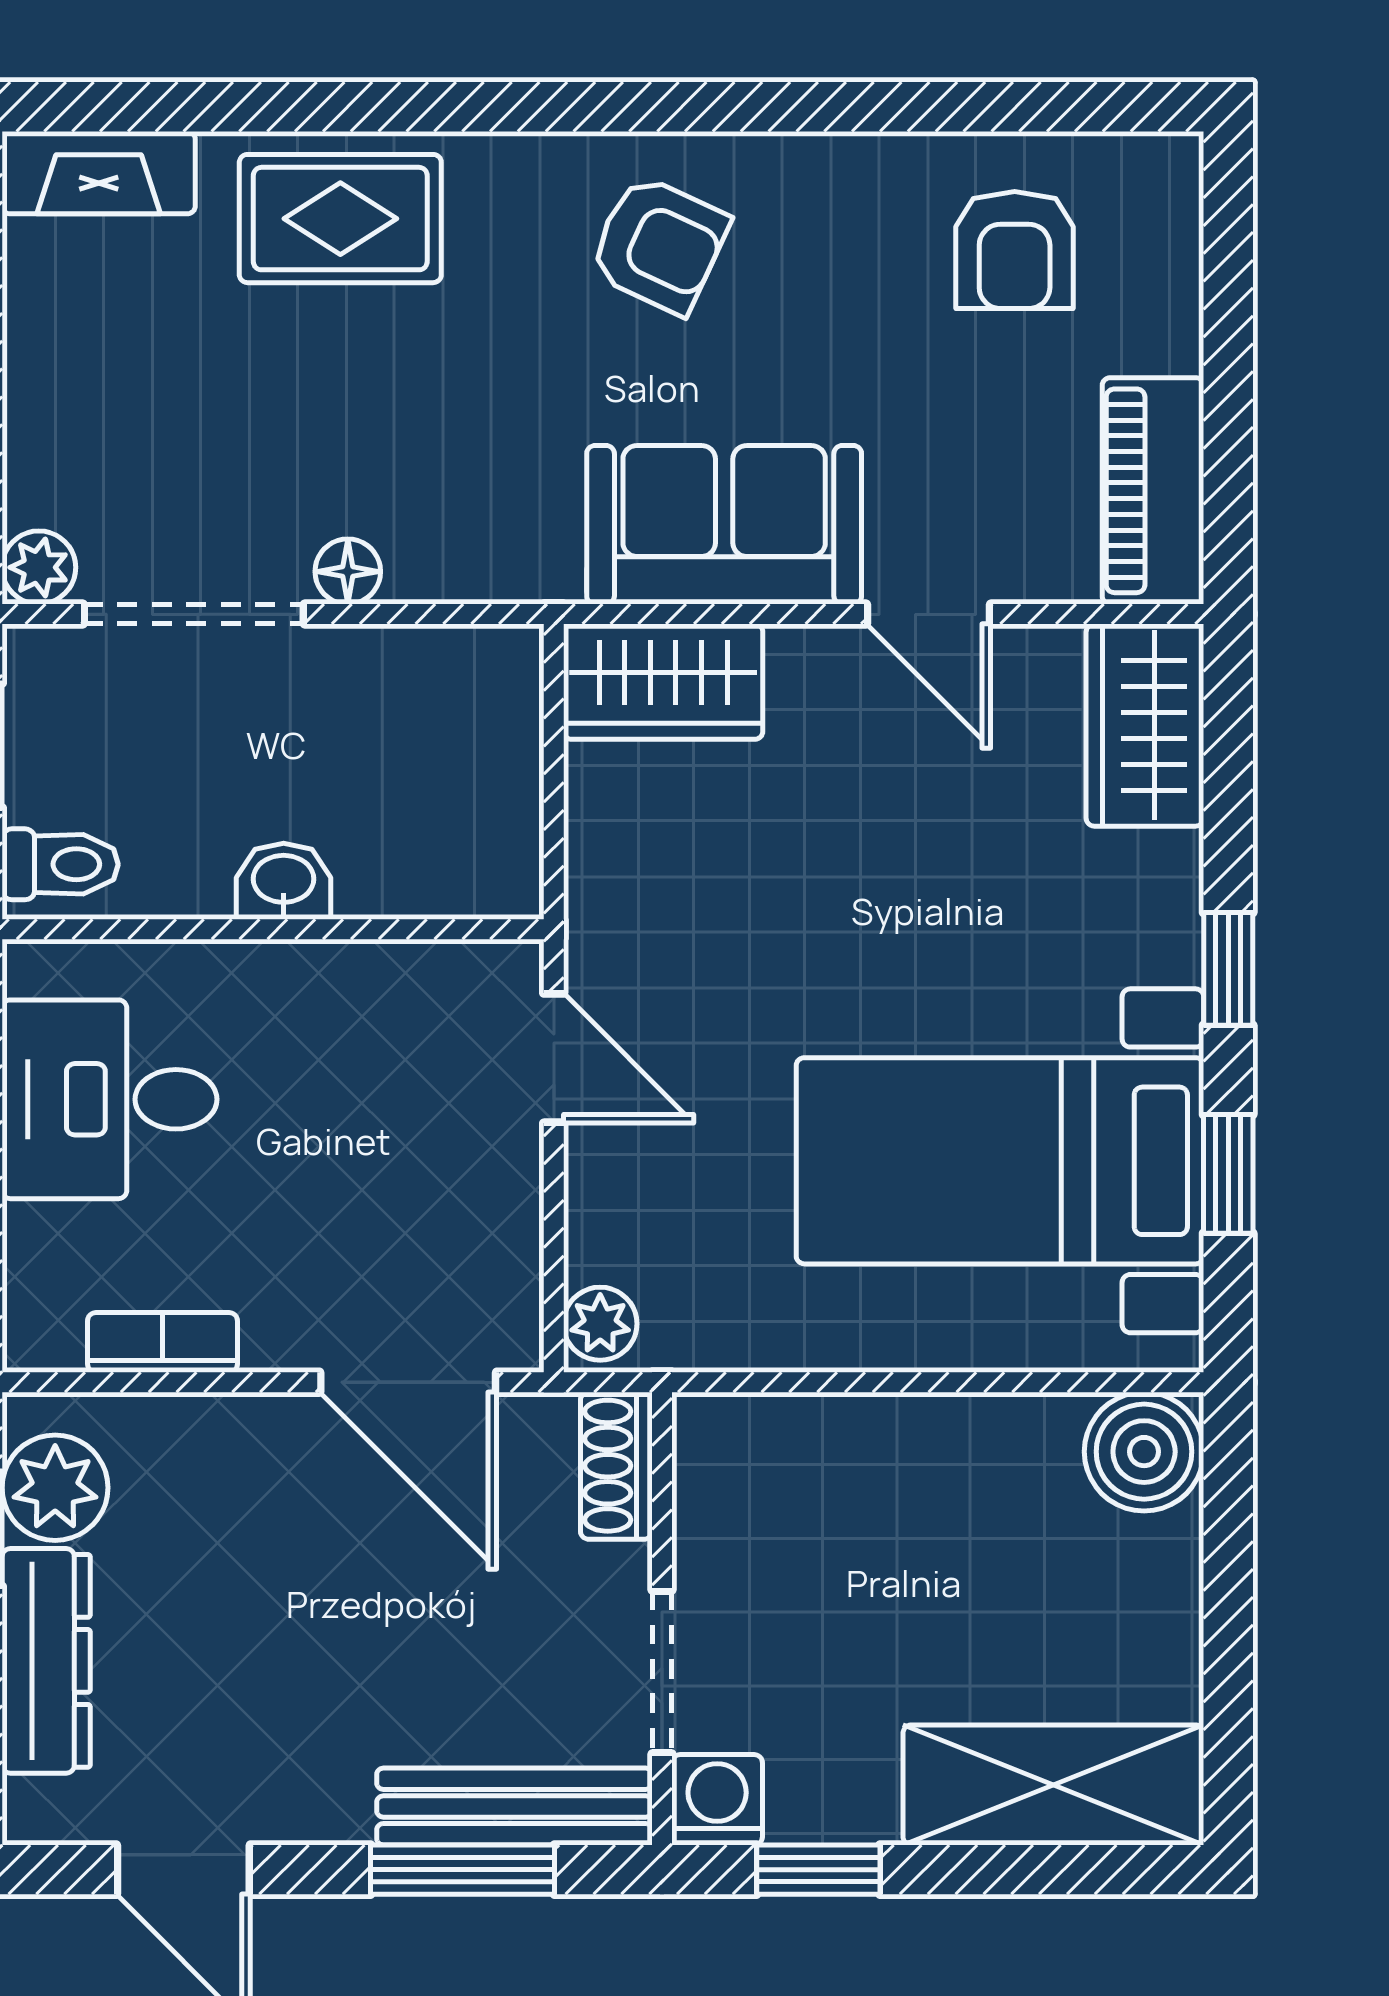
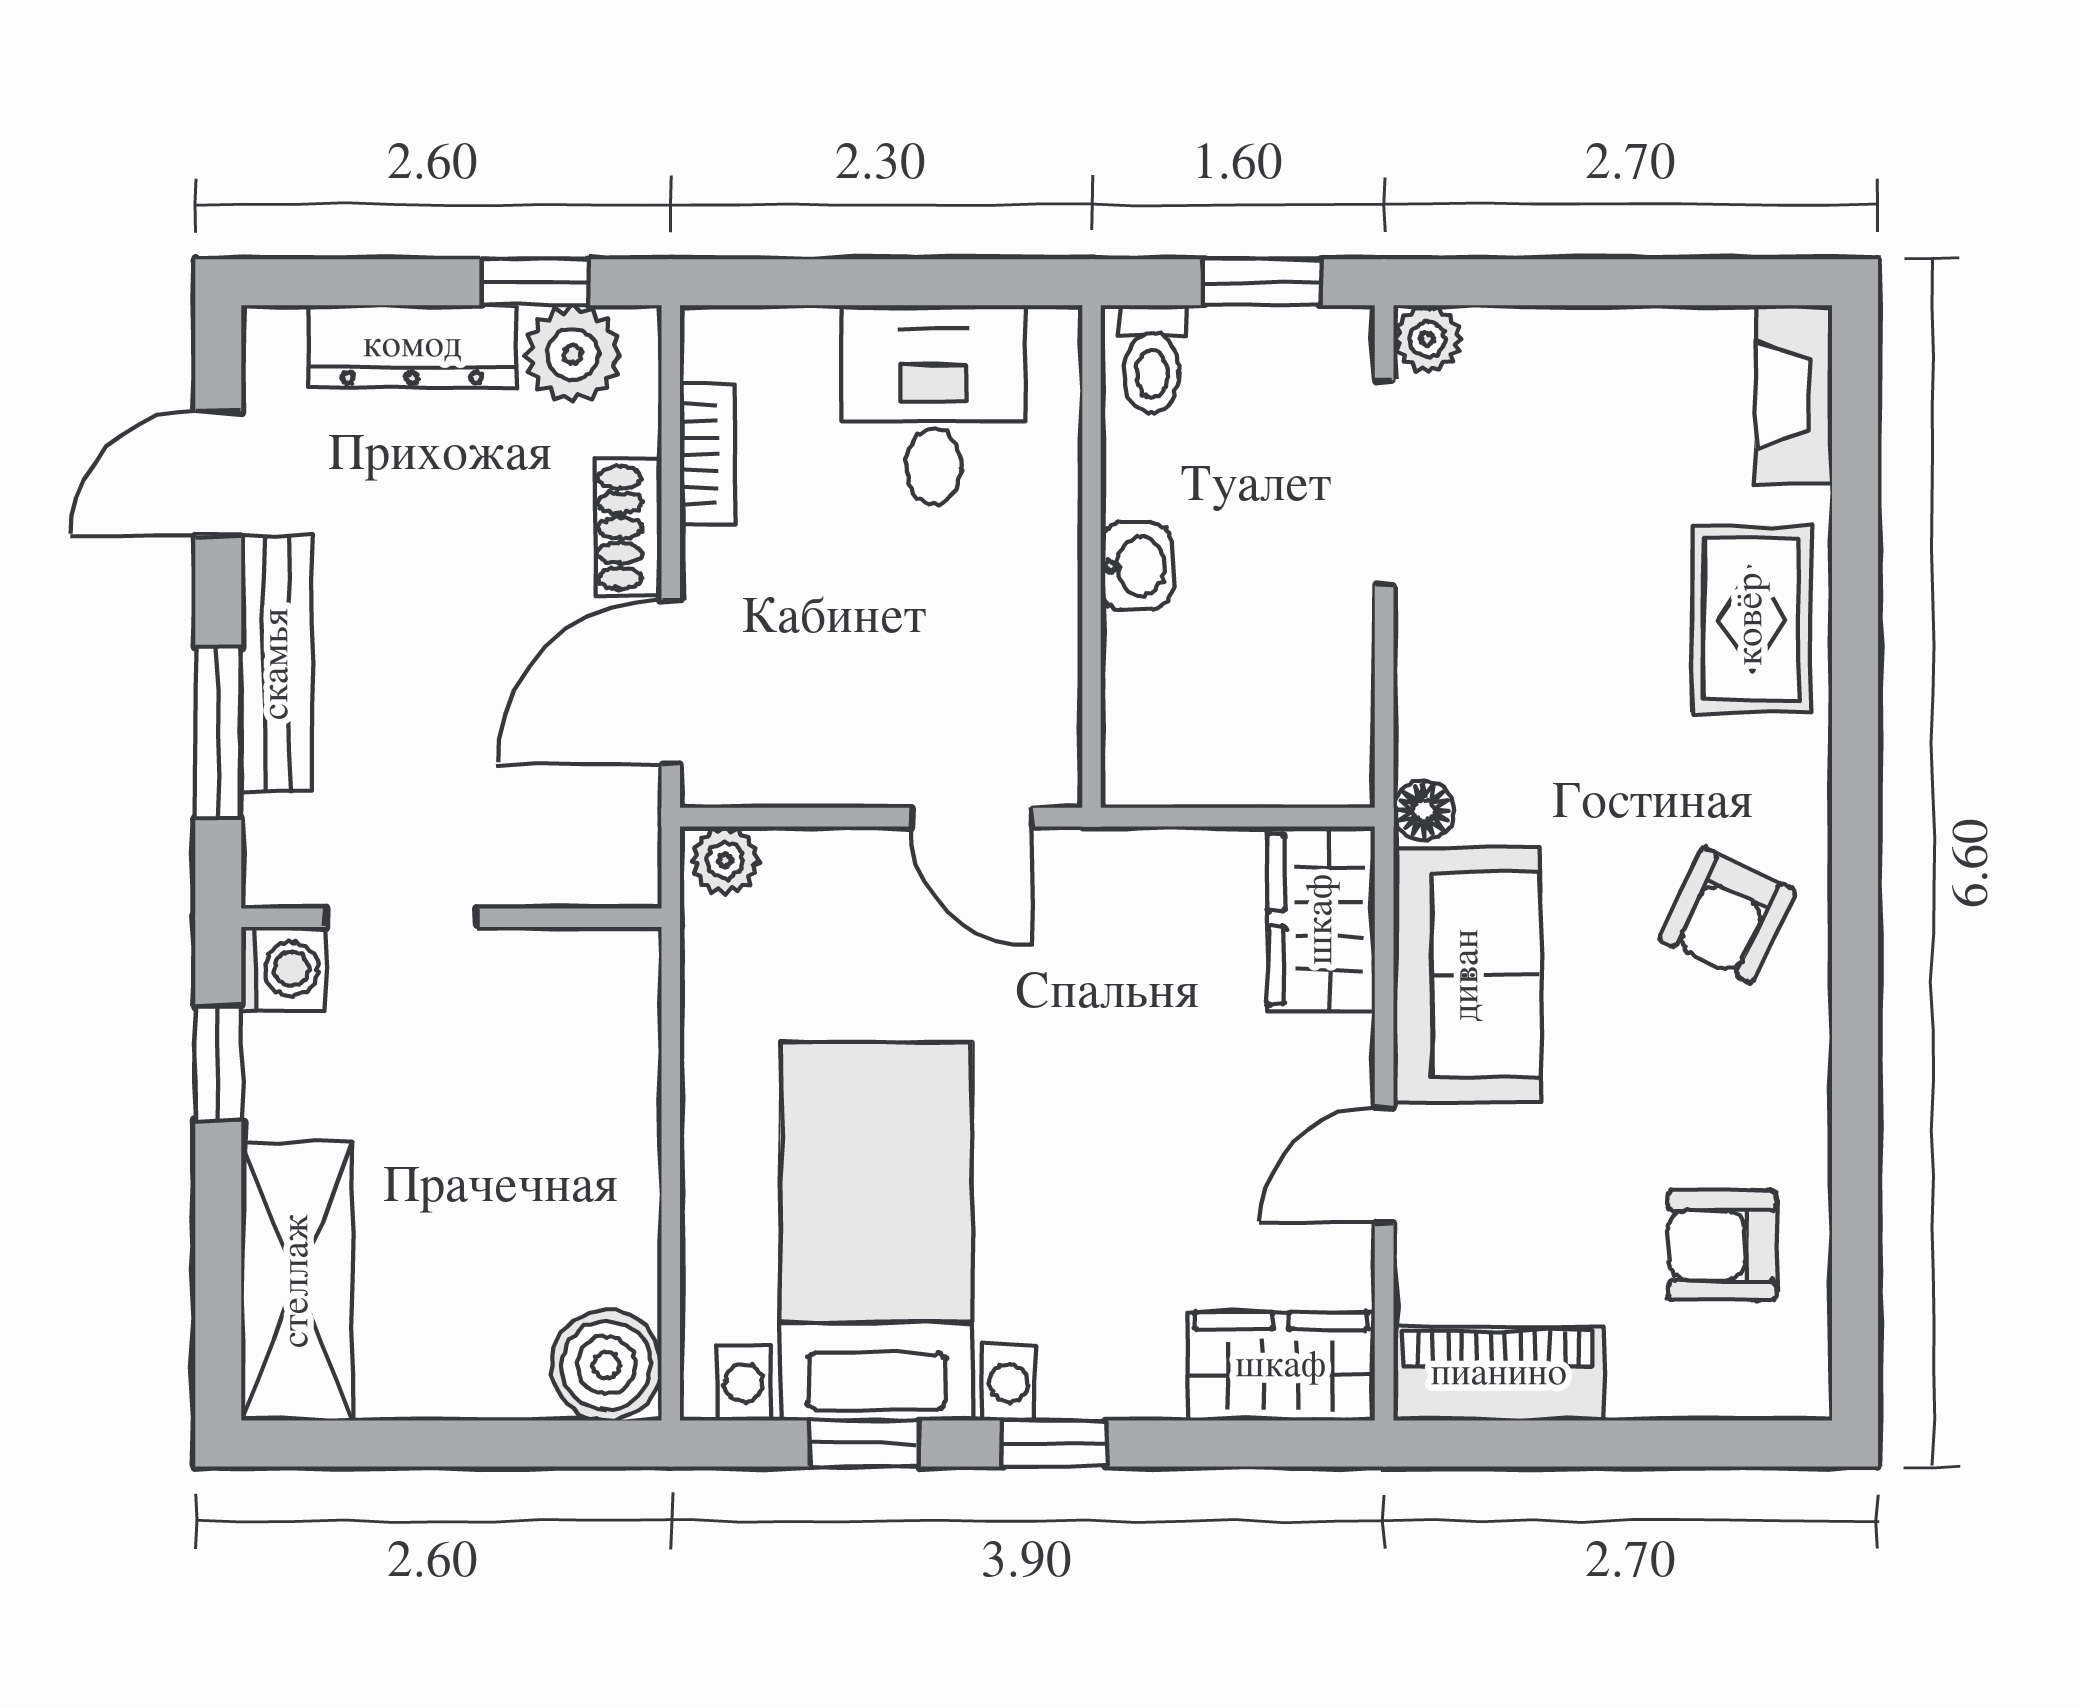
floor lamp: (348, 572) -> (1424, 810), moved
door: (554, 1058) -> (972, 817), hinge flipped
shoe rack: (616, 1466) -> (628, 528), moved, turned -90
bench: (515, 1806) -> (277, 664), moved

